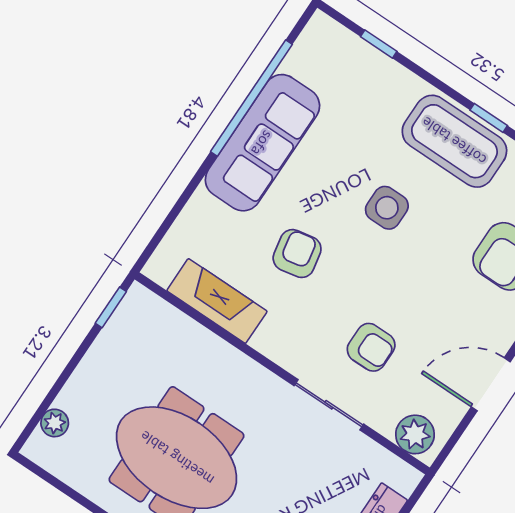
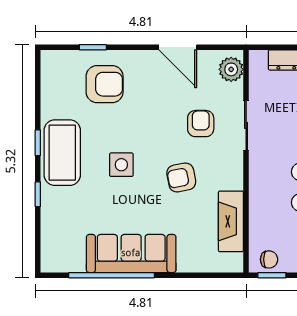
window: (379, 44) -> (38, 194), moved
armchair: (297, 254) -> (181, 177), moved
chair: (134, 317) -> (269, 259), added

